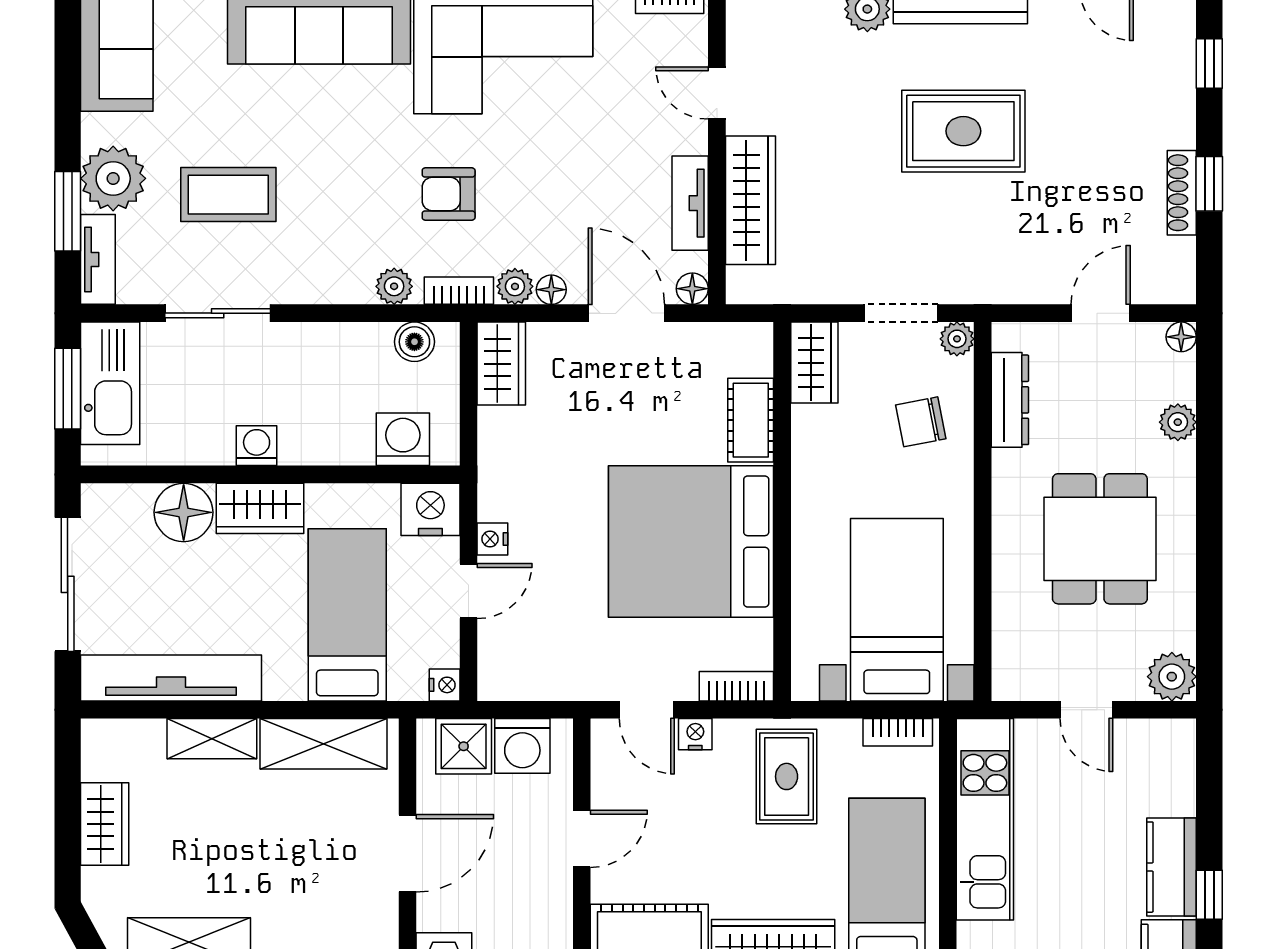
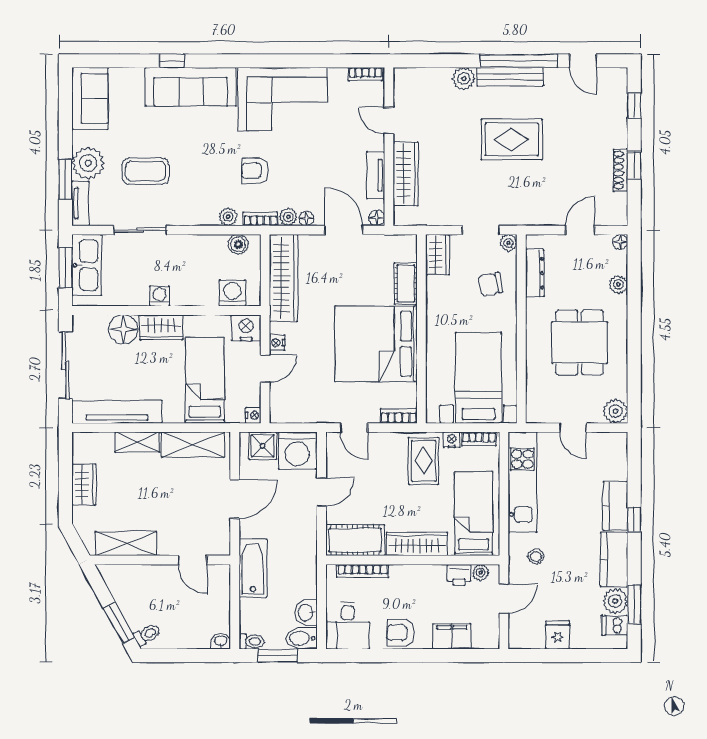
wardrobe: (501, 364) -> (284, 278), width x2.10, depth x1.17
nightstand: (695, 734) -> (452, 440), moved
washing machine: (522, 746) -> (297, 451), width x1.37, depth x1.37

